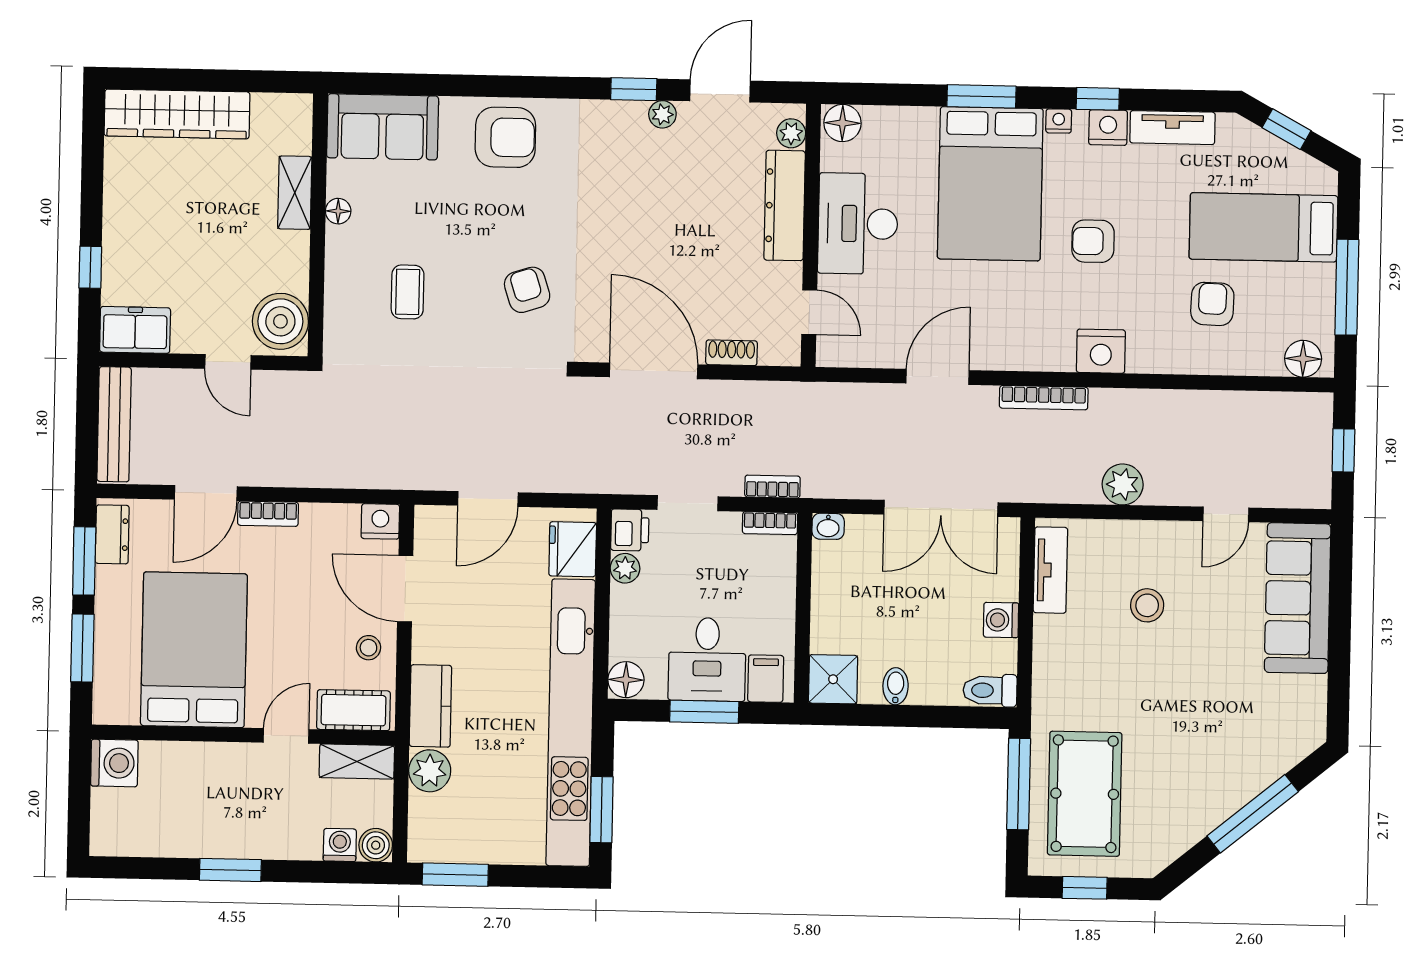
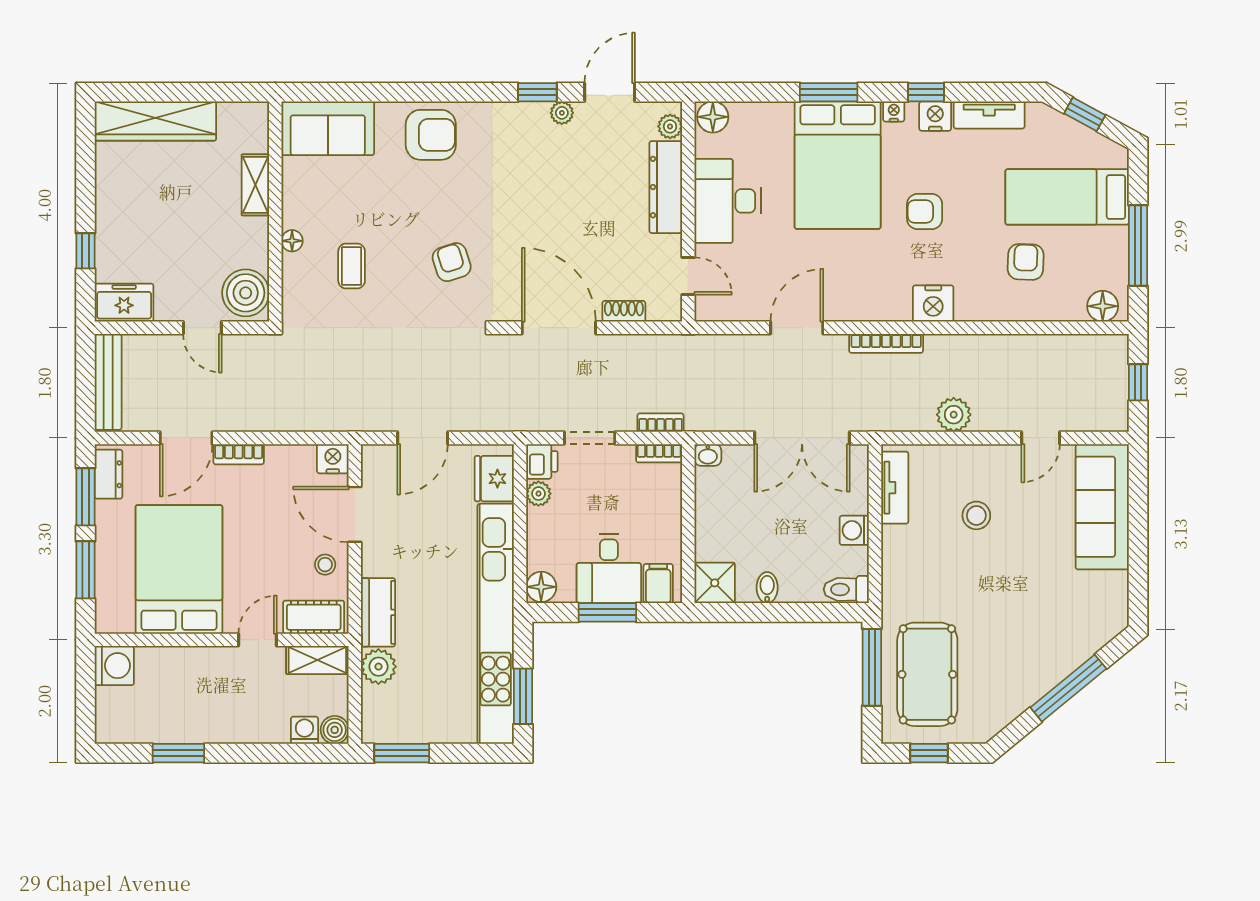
floor lamp: (338, 211) -> (292, 241), moved
window: (230, 870) -> (178, 753), moved

